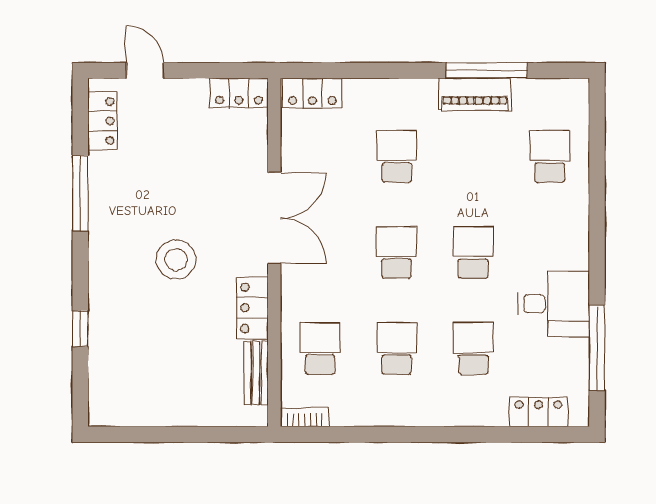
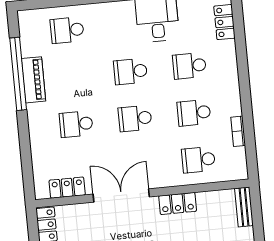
window: (487, 70) -> (18, 74), width x1.46
locker: (312, 93) -> (67, 188), moved, turned -90
bench: (256, 373) -> (244, 207), moved, turned 90
bookcase: (305, 417) -> (238, 131), moved

